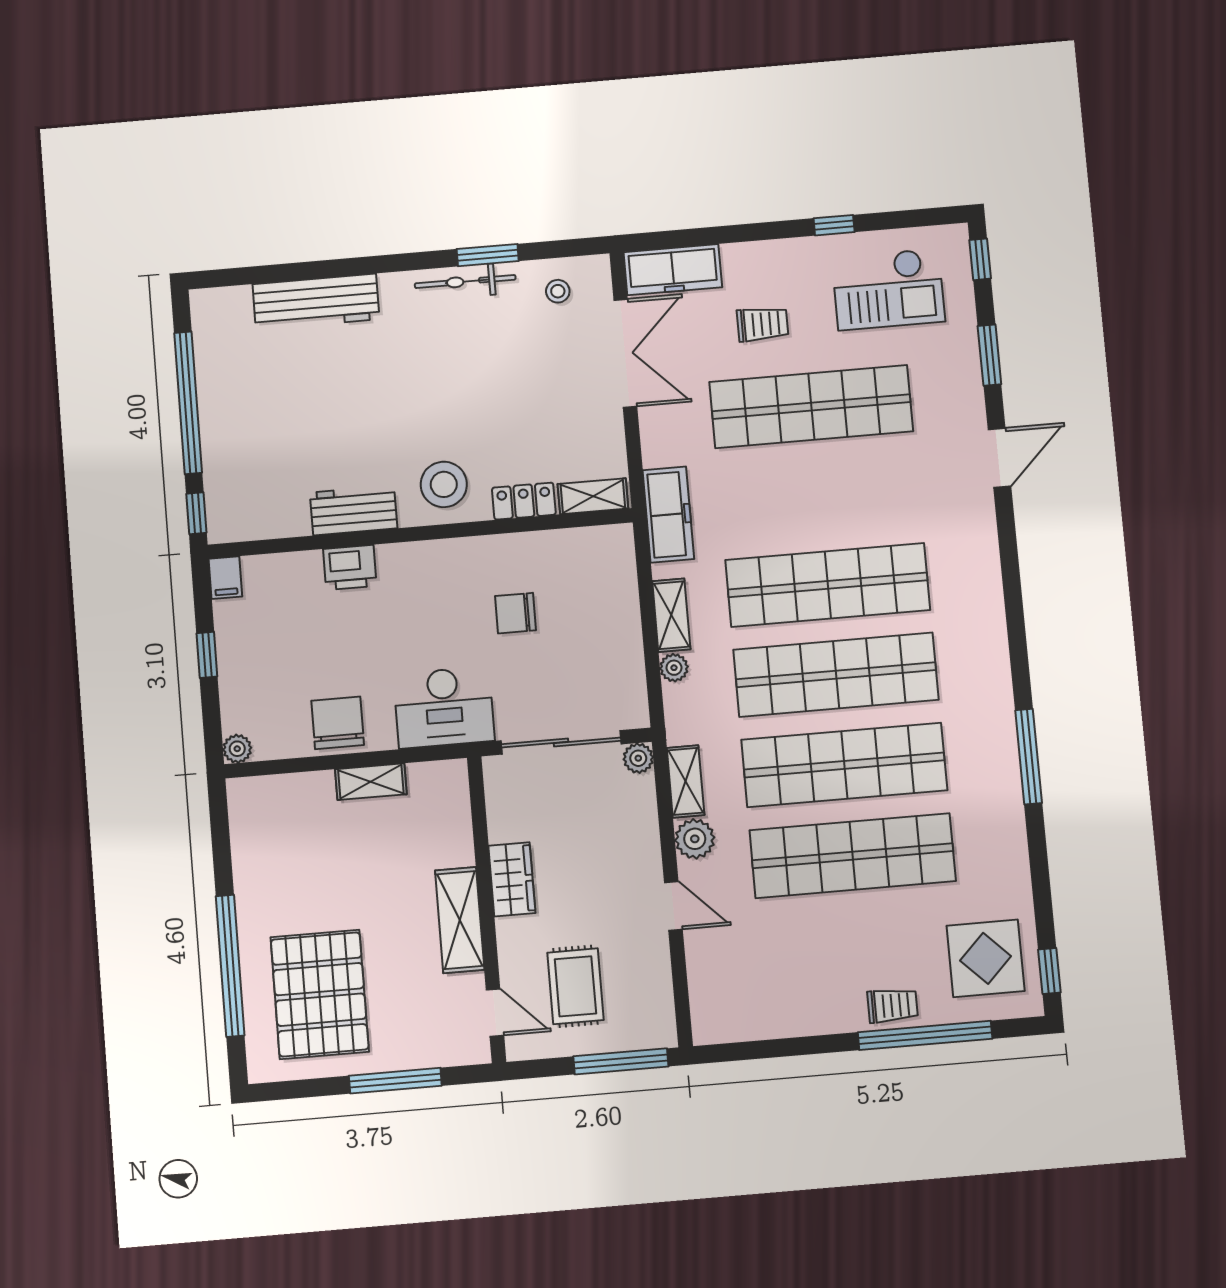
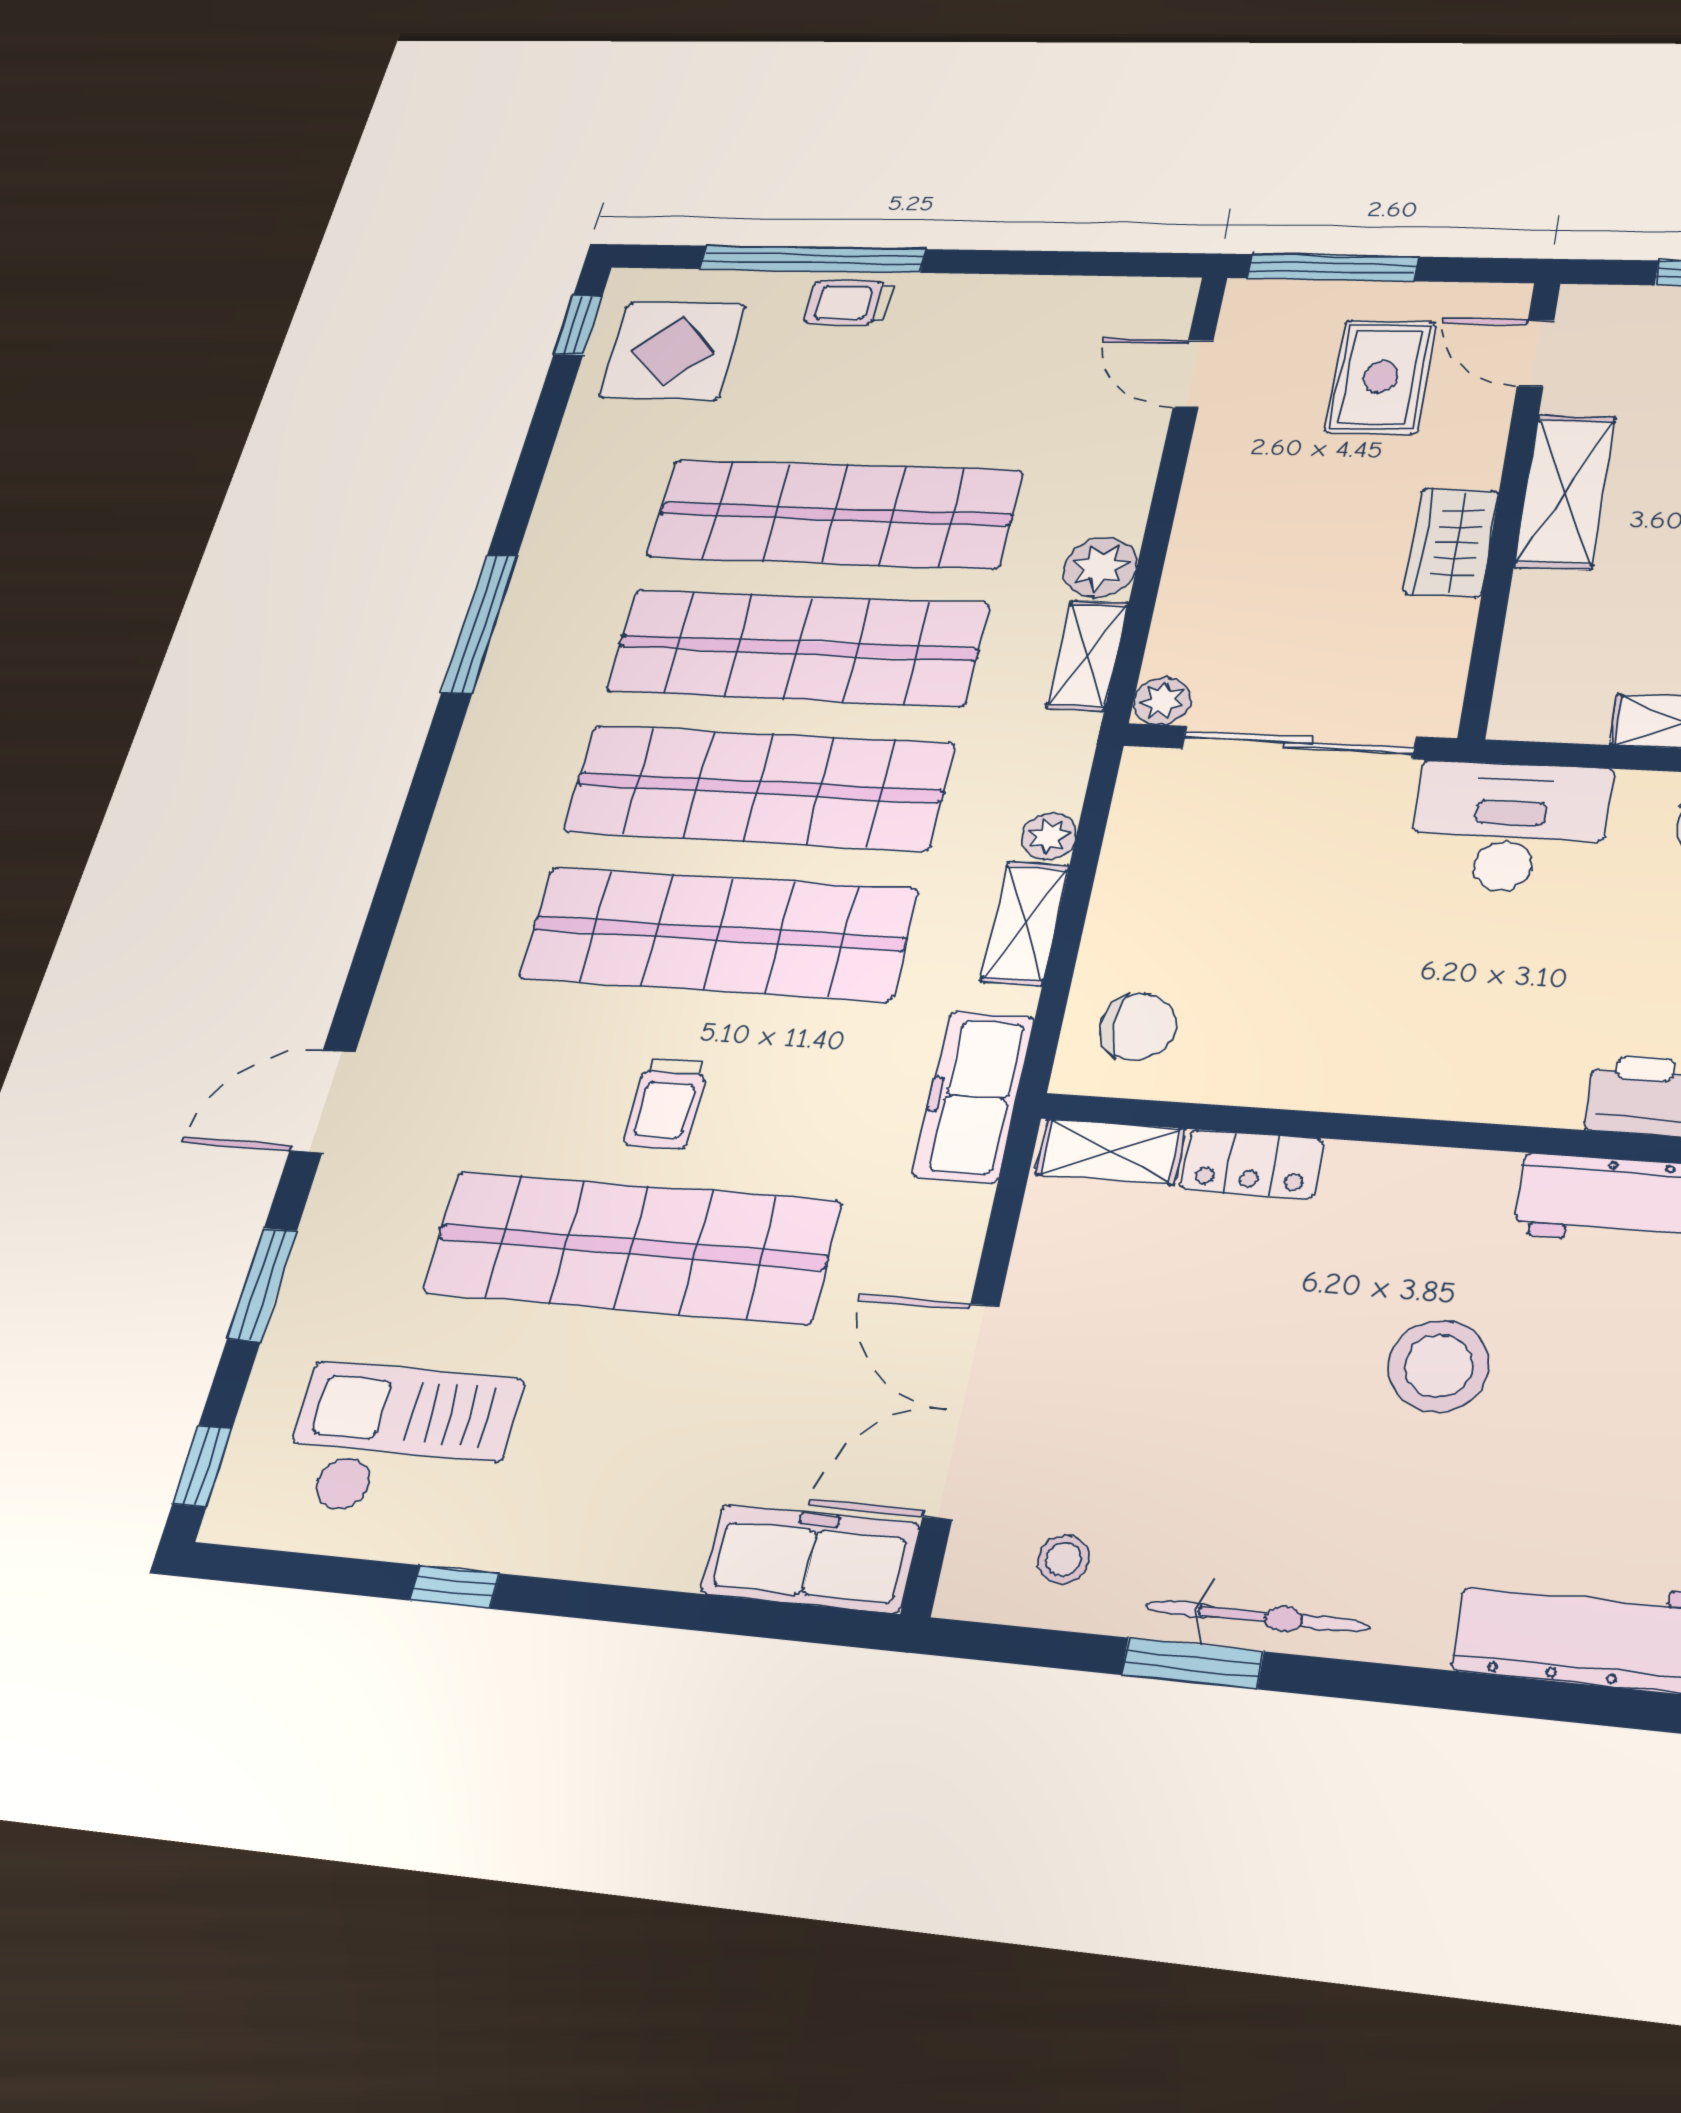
trolley: (763, 324) -> (666, 1104), moved, turned -90
stool: (444, 484) -> (1438, 1366), moved
chair: (515, 613) -> (1138, 1026), moved
door: (673, 906) -> (1193, 374), moved

